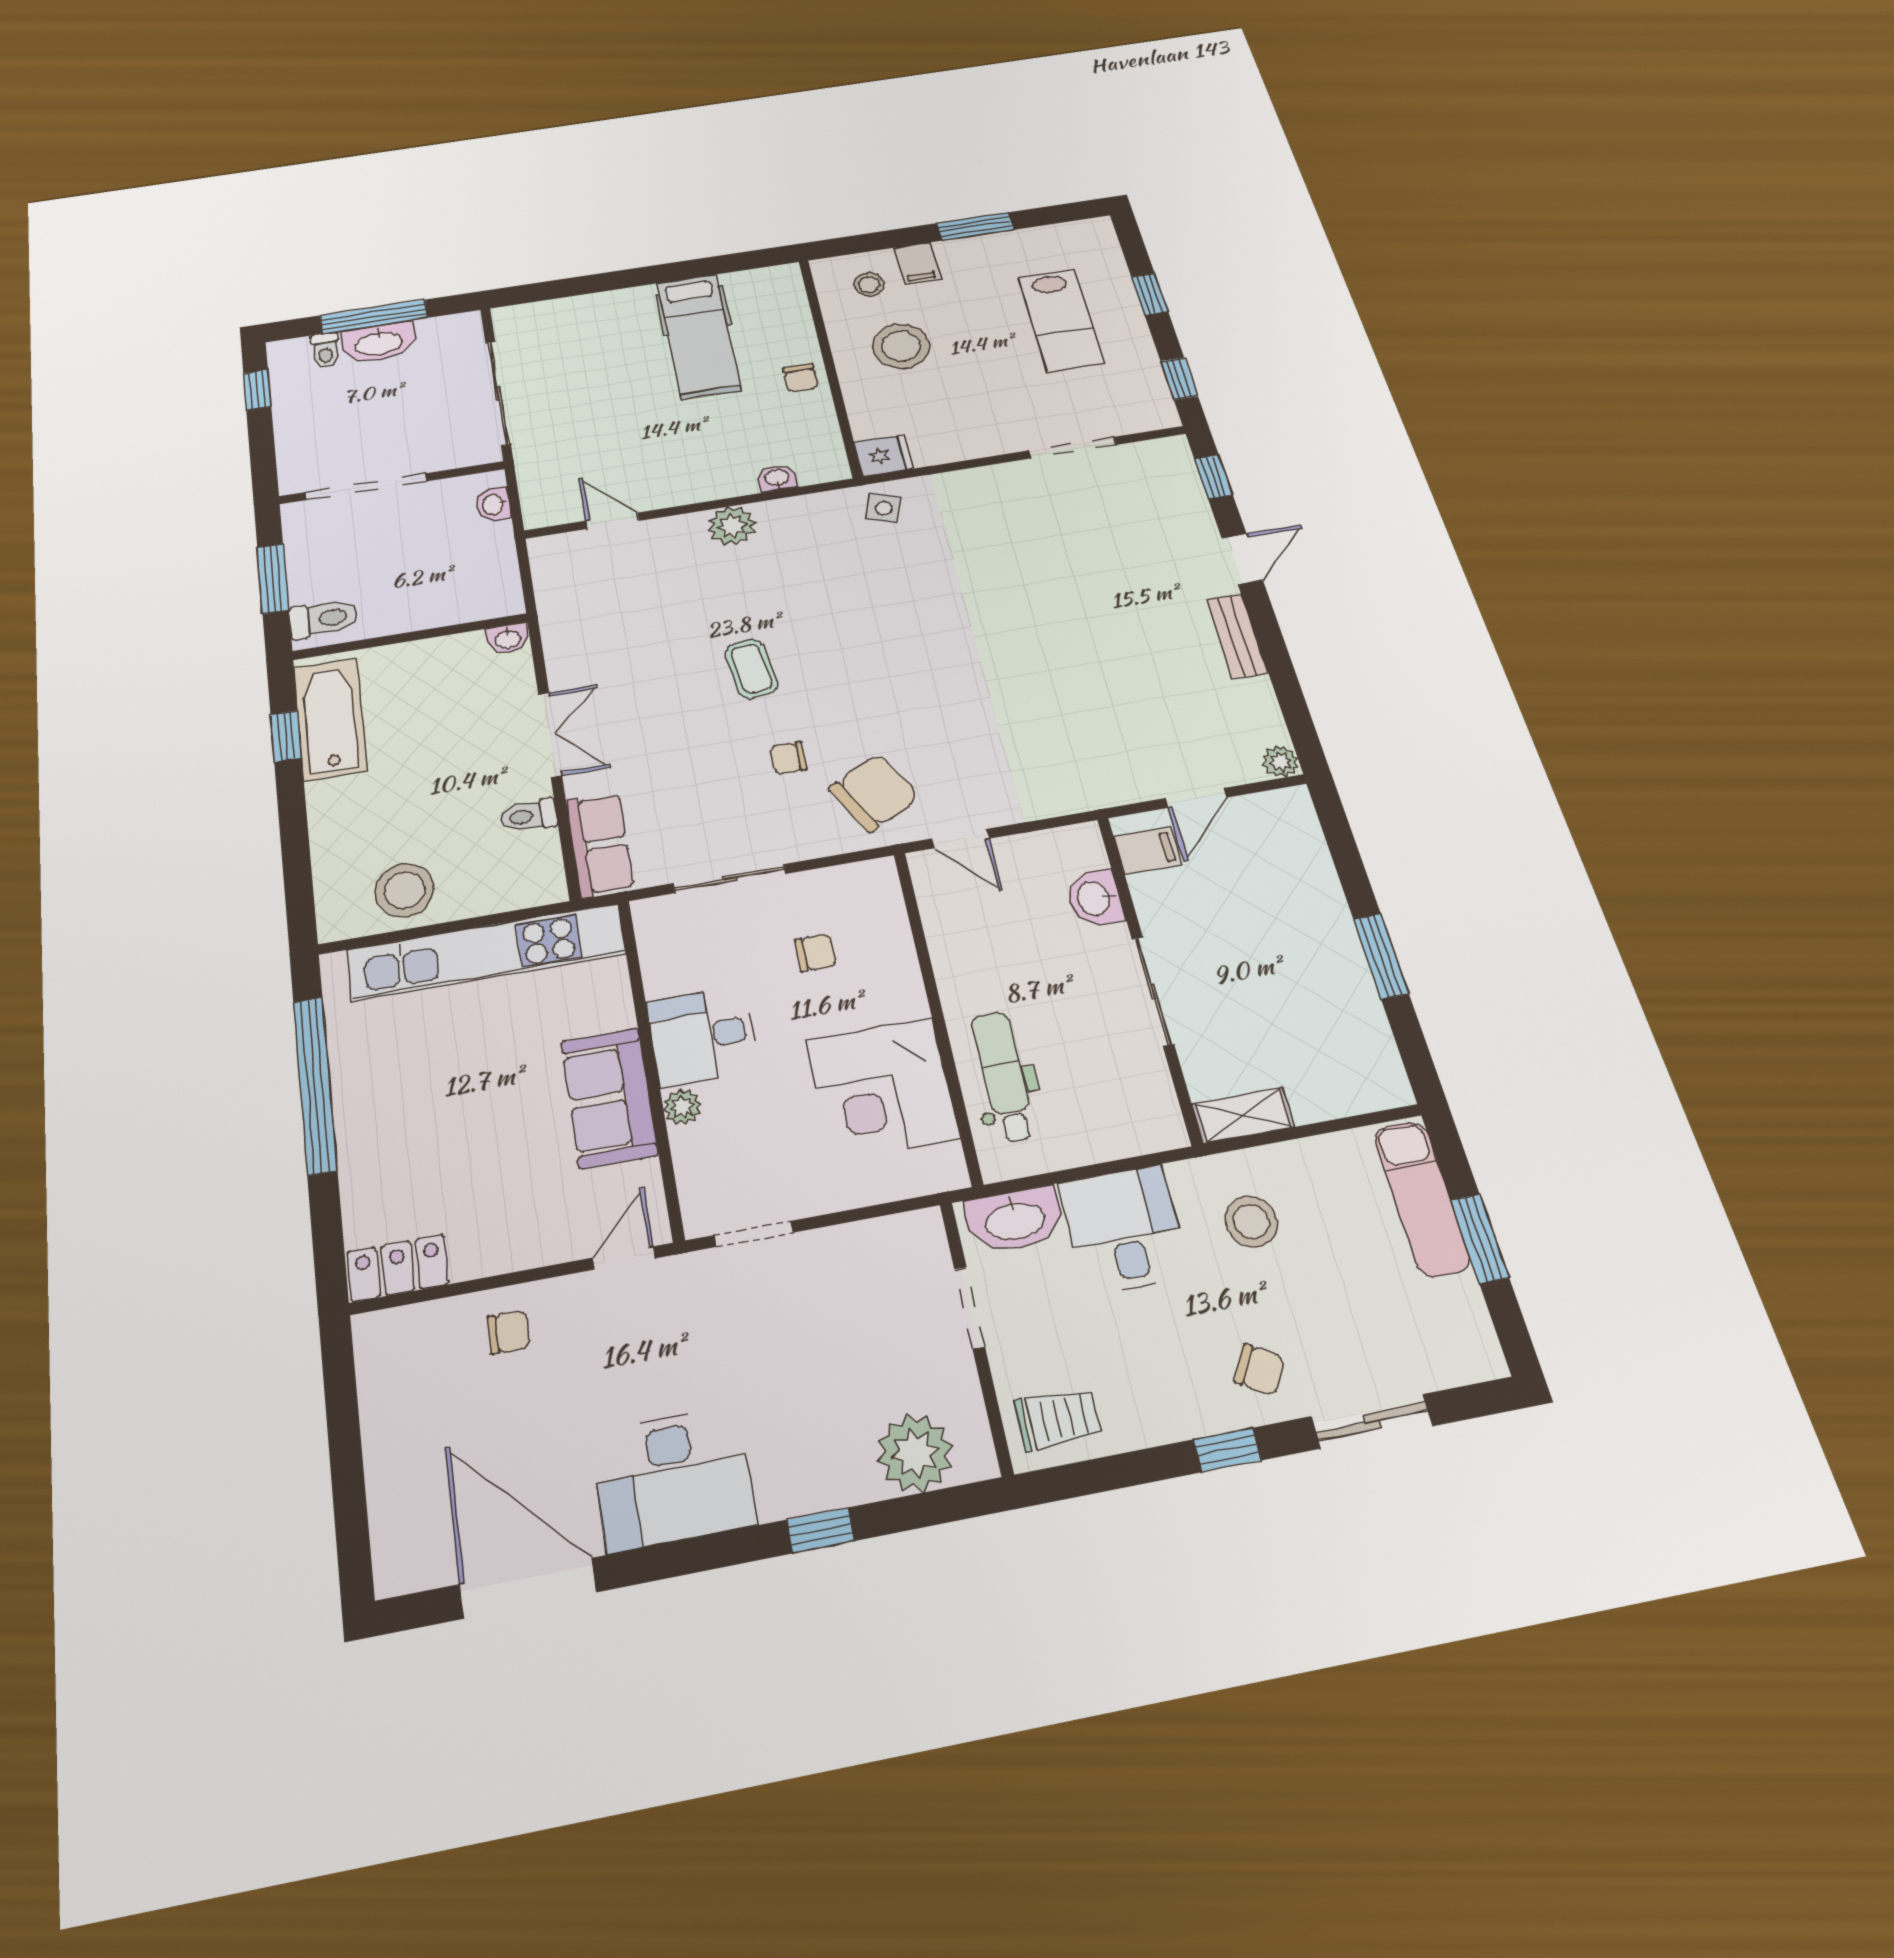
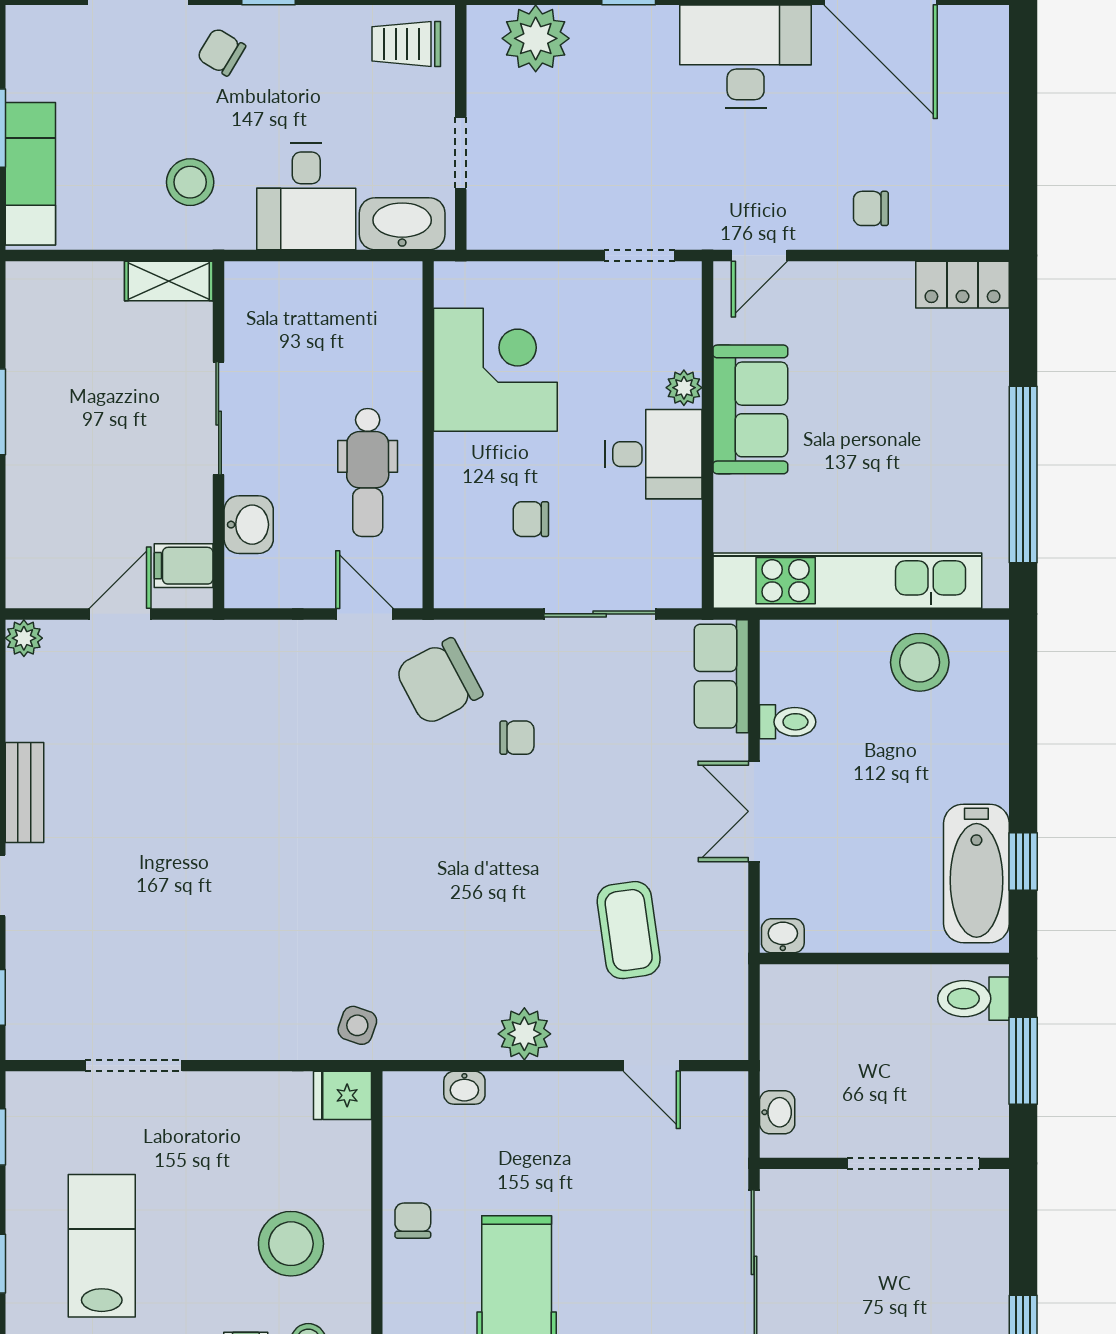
coffee table: (751, 669) -> (629, 930), moved, width x1.36, depth x1.30
dental chair: (1004, 1076) -> (368, 472), moved

